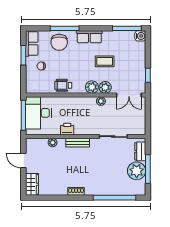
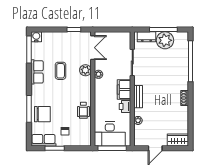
row of seats: (89, 37) -> (37, 72), moved
plant: (92, 87) -> (85, 83), removed
filing cabinet: (85, 128) -> (124, 90), added

